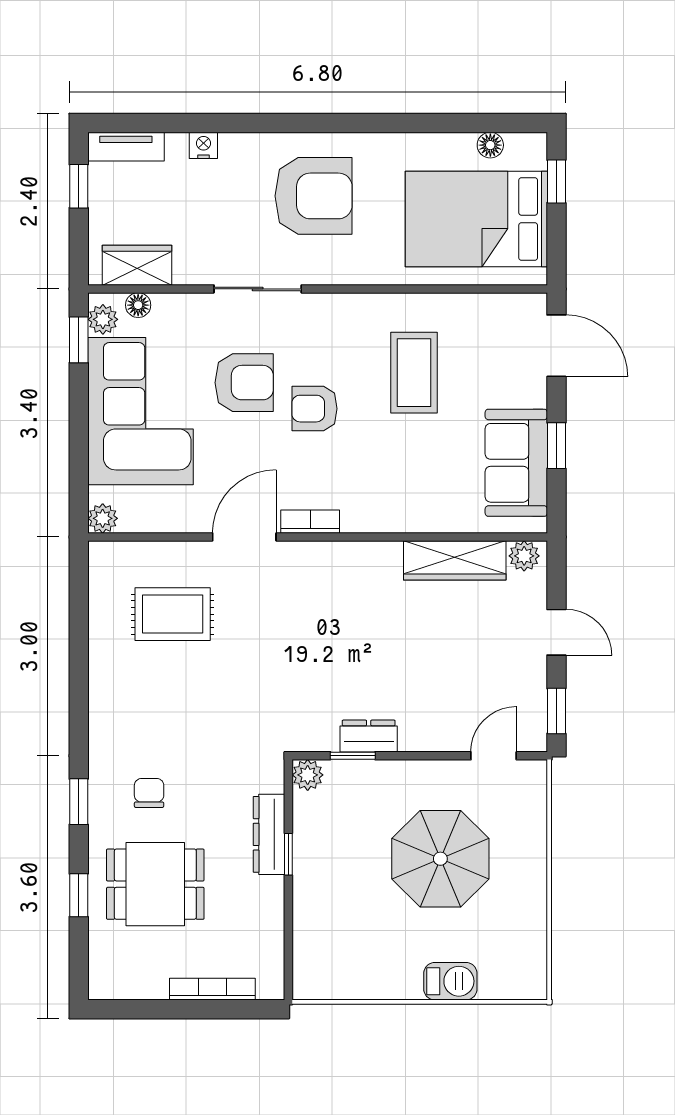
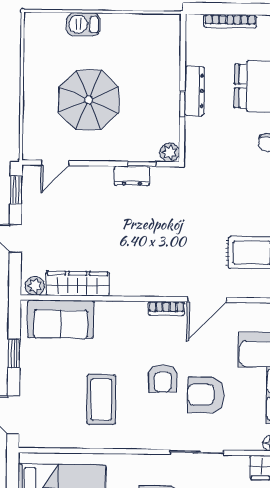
armchair: (315, 409) -> (163, 378), turned 90
sofa: (516, 463) -> (61, 319), moved, turned 90
dresser: (269, 834) -> (194, 91), moved

